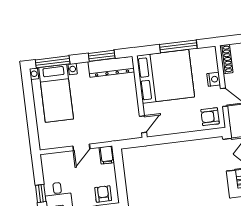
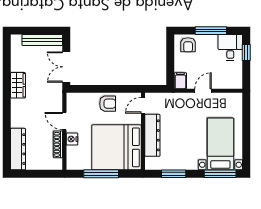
shoe rack: (226, 59) -> (58, 144), moved
dresser: (111, 67) -> (152, 135), moved, turned 90
armchair: (210, 117) -> (108, 104), moved

